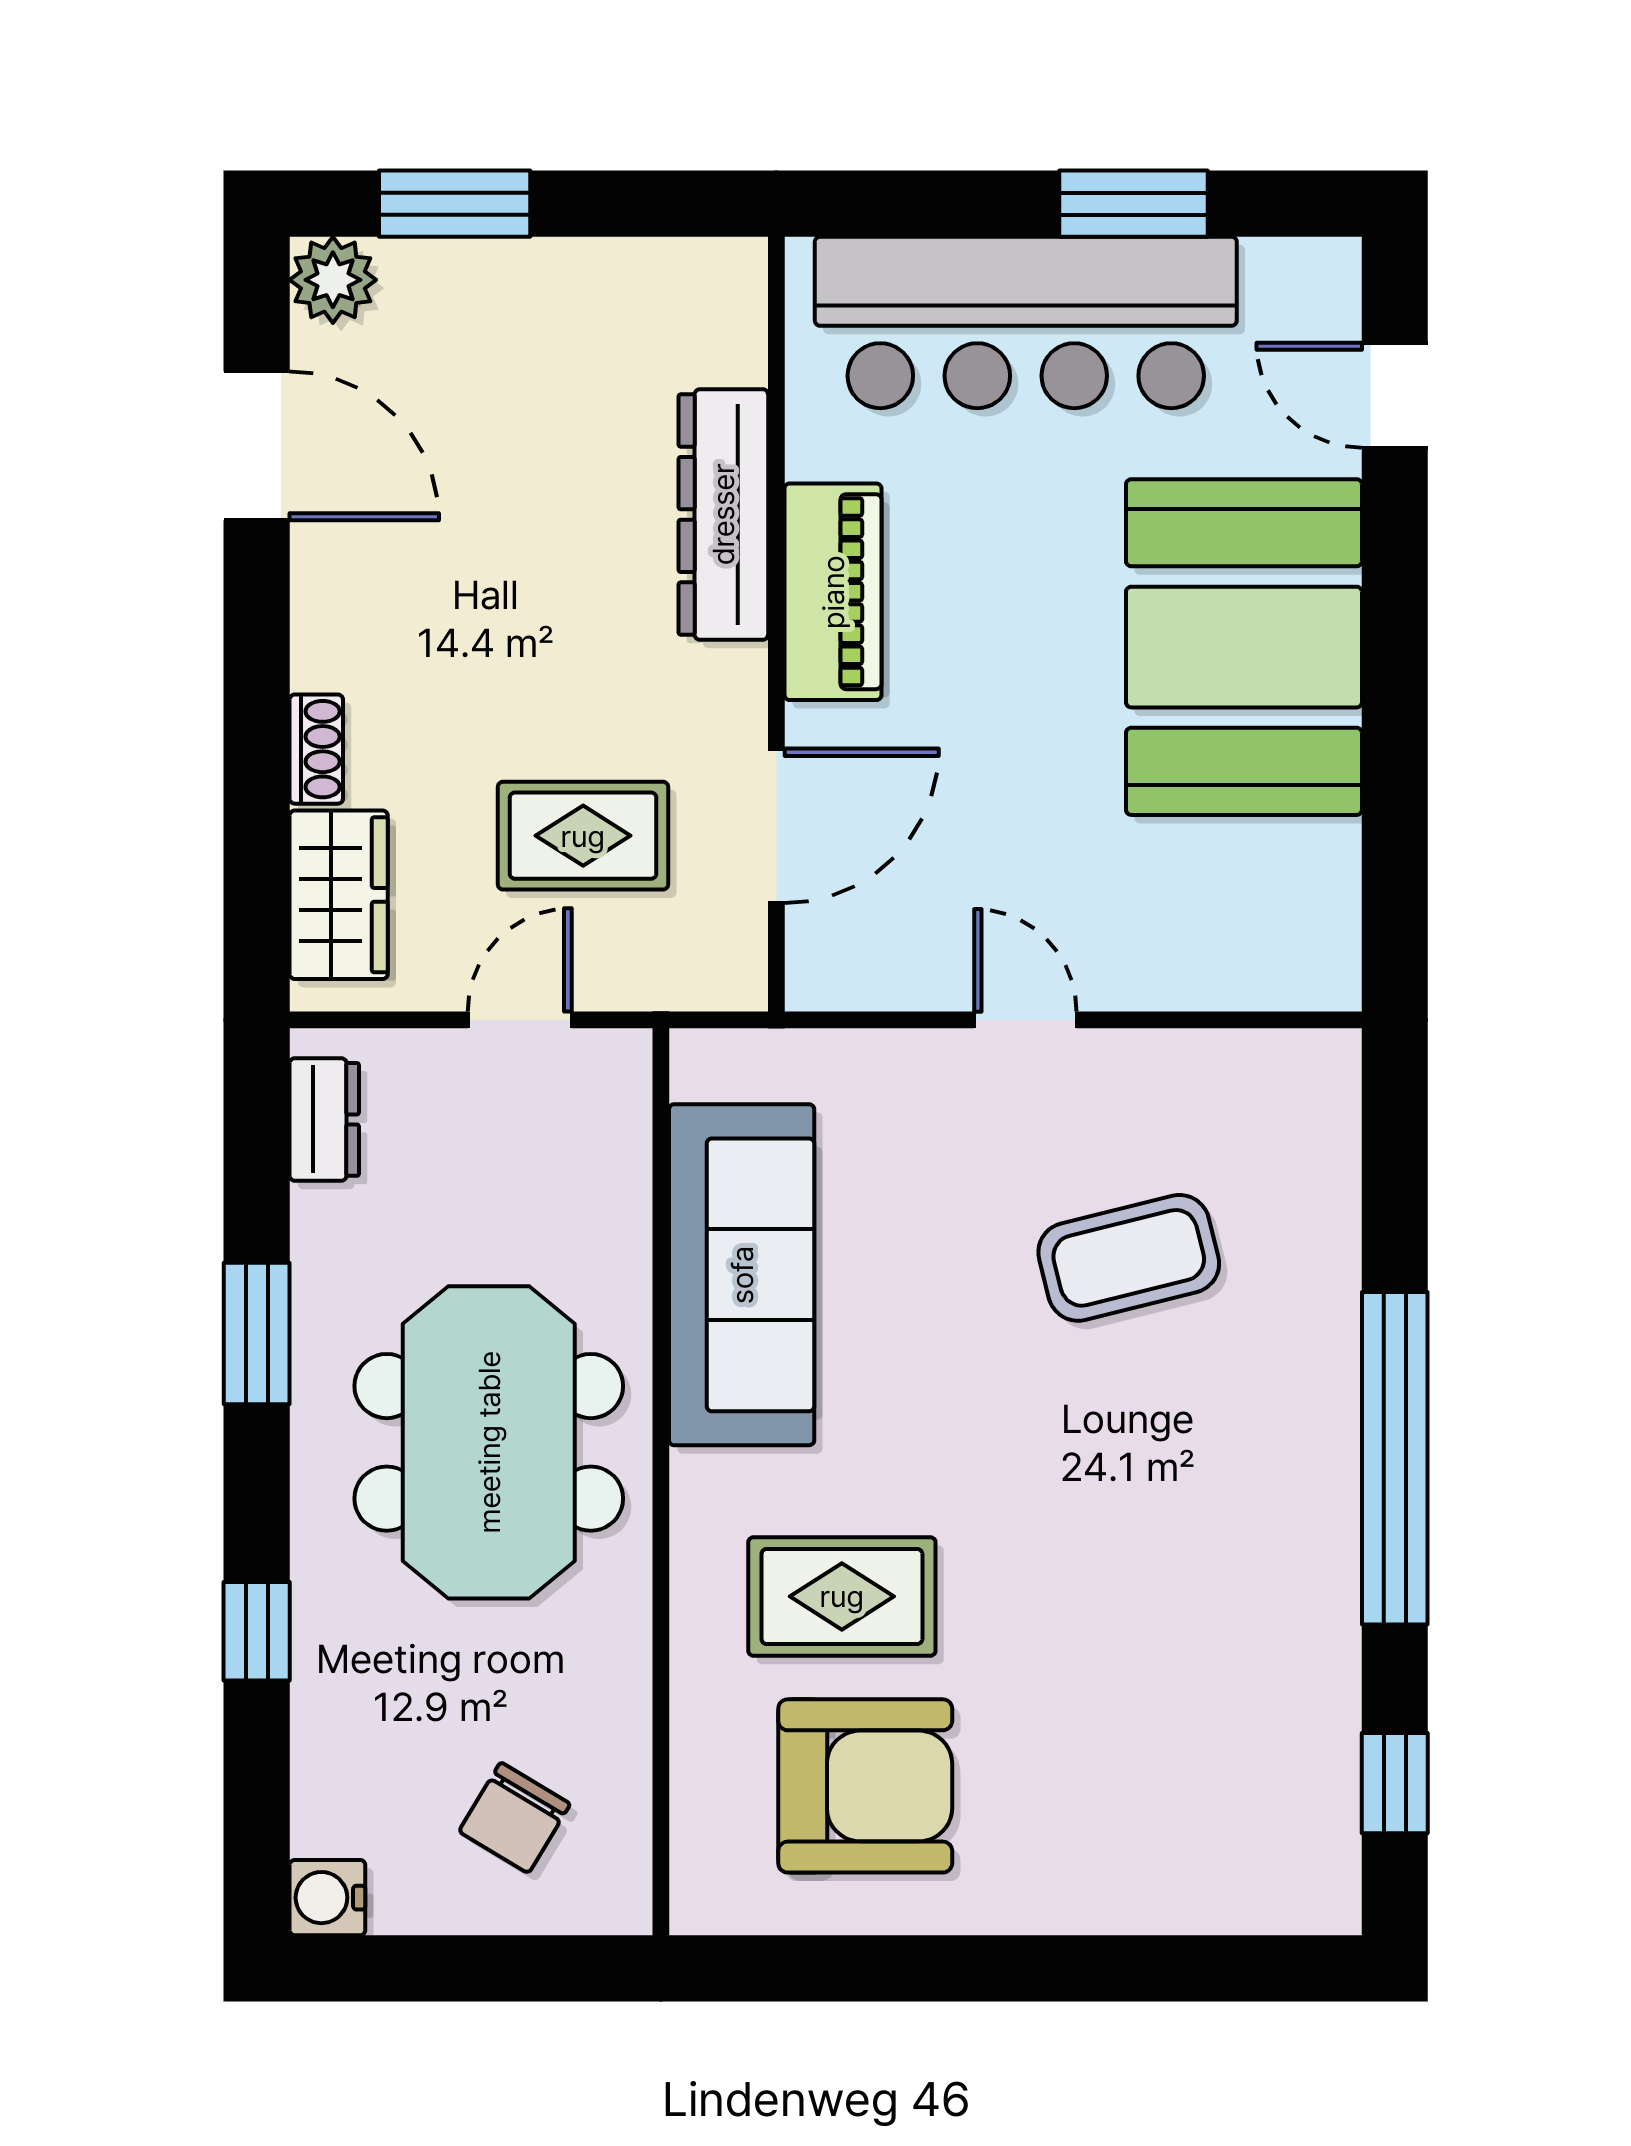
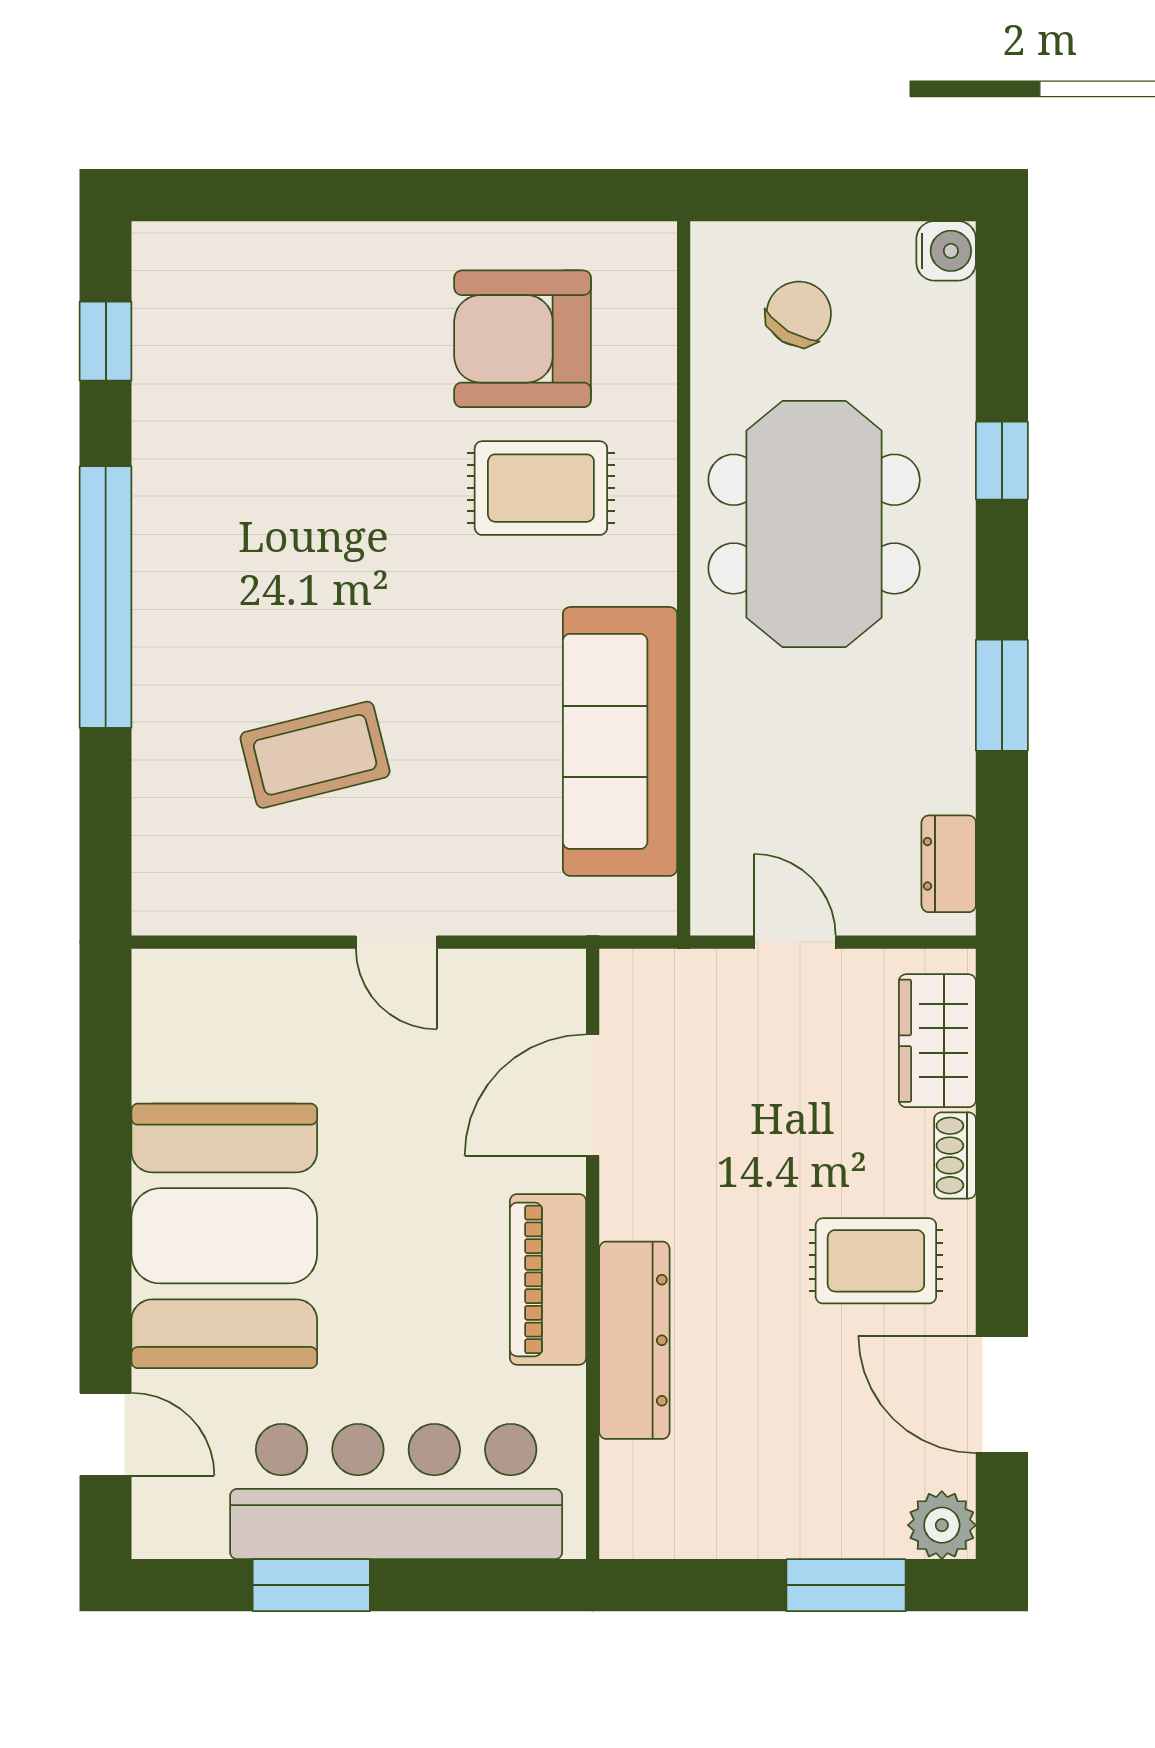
rug: (583, 836) -> (876, 1261), moved
door: (520, 1020) -> (795, 942), swing flipped
meeting table: (489, 1442) -> (814, 524), moved

